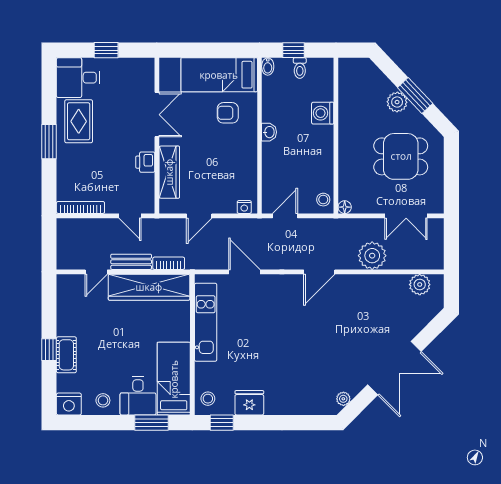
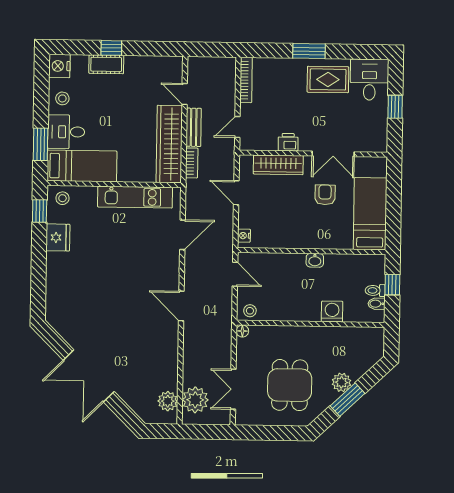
bidet: (268, 66) -> (377, 304), moved
armchair: (228, 113) -> (325, 195), moved
plant: (372, 256) -> (195, 400), moved
plant: (343, 399) -> (60, 327), removed

